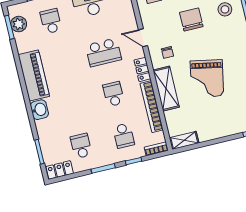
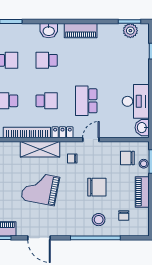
school desk: (51, 21) -> (47, 60), moved, turned 180
piano: (34, 76) -> (81, 31), width x0.73, depth x0.75

